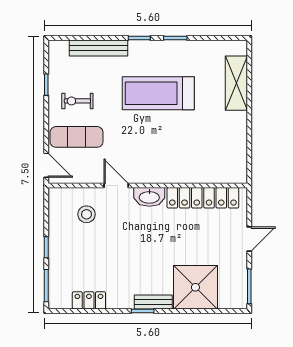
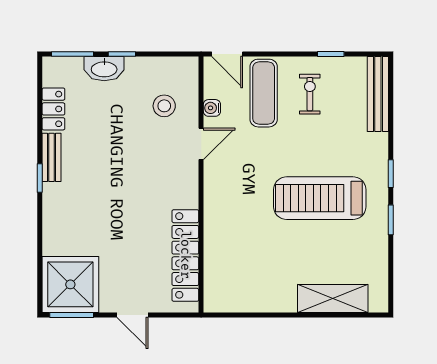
bench: (98, 48) -> (378, 94), moved
treadmill: (158, 93) -> (320, 198), turned -90
door: (46, 165) -> (227, 54), hinge flipped
water cooler: (88, 177) -> (212, 108), added
washbasin: (149, 197) -> (104, 69), moved, turned -90
shower: (195, 287) -> (70, 284), moved
bench: (153, 302) -> (51, 157), moved

